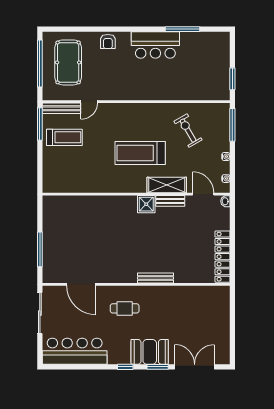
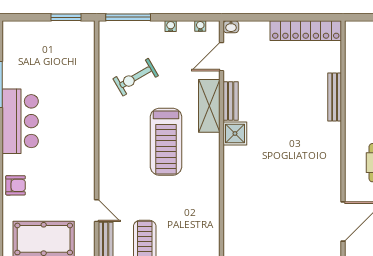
bench: (155, 278) -> (335, 97), moved

